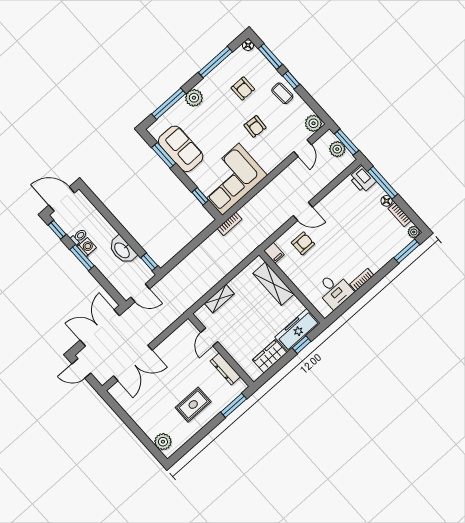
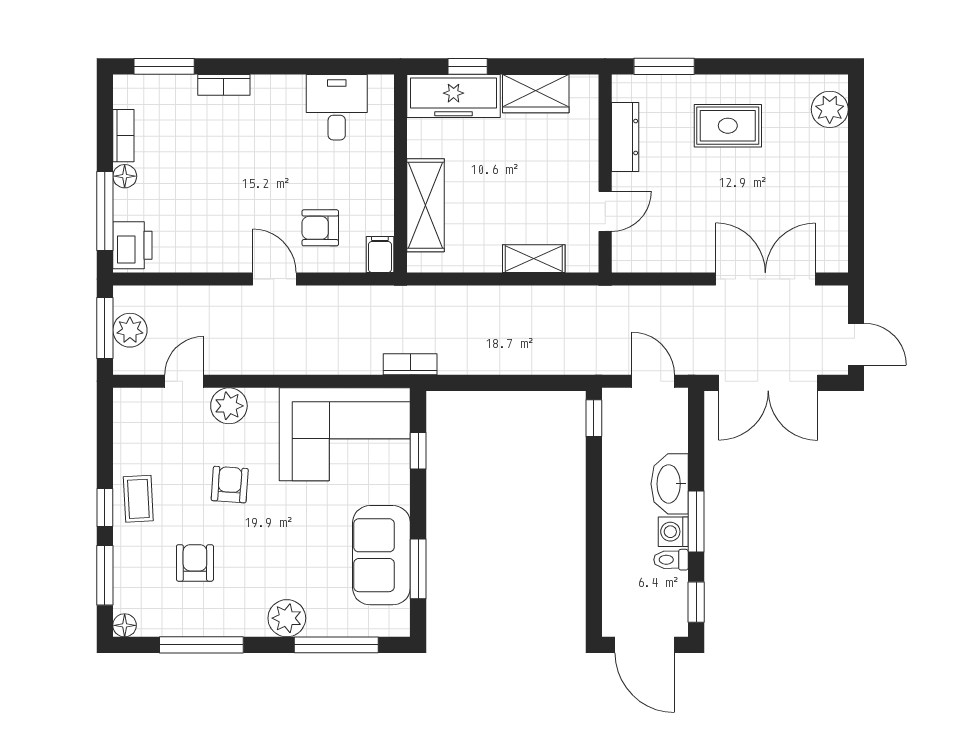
plant: (313, 123) -> (229, 406), moved
plant: (414, 232) -> (126, 87), removed
washbasin: (122, 250) -> (670, 484), moved, turned 180
bookcase: (362, 280) -> (224, 85), moved

